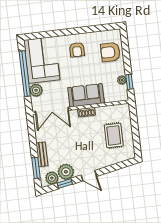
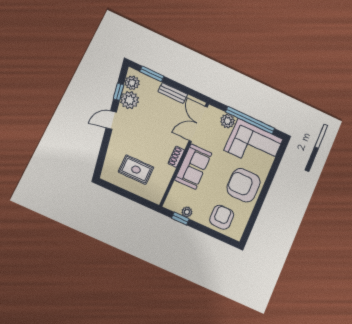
armchair: (77, 50) -> (244, 185), width x1.88, depth x1.88
bench: (42, 154) -> (173, 93), moved

